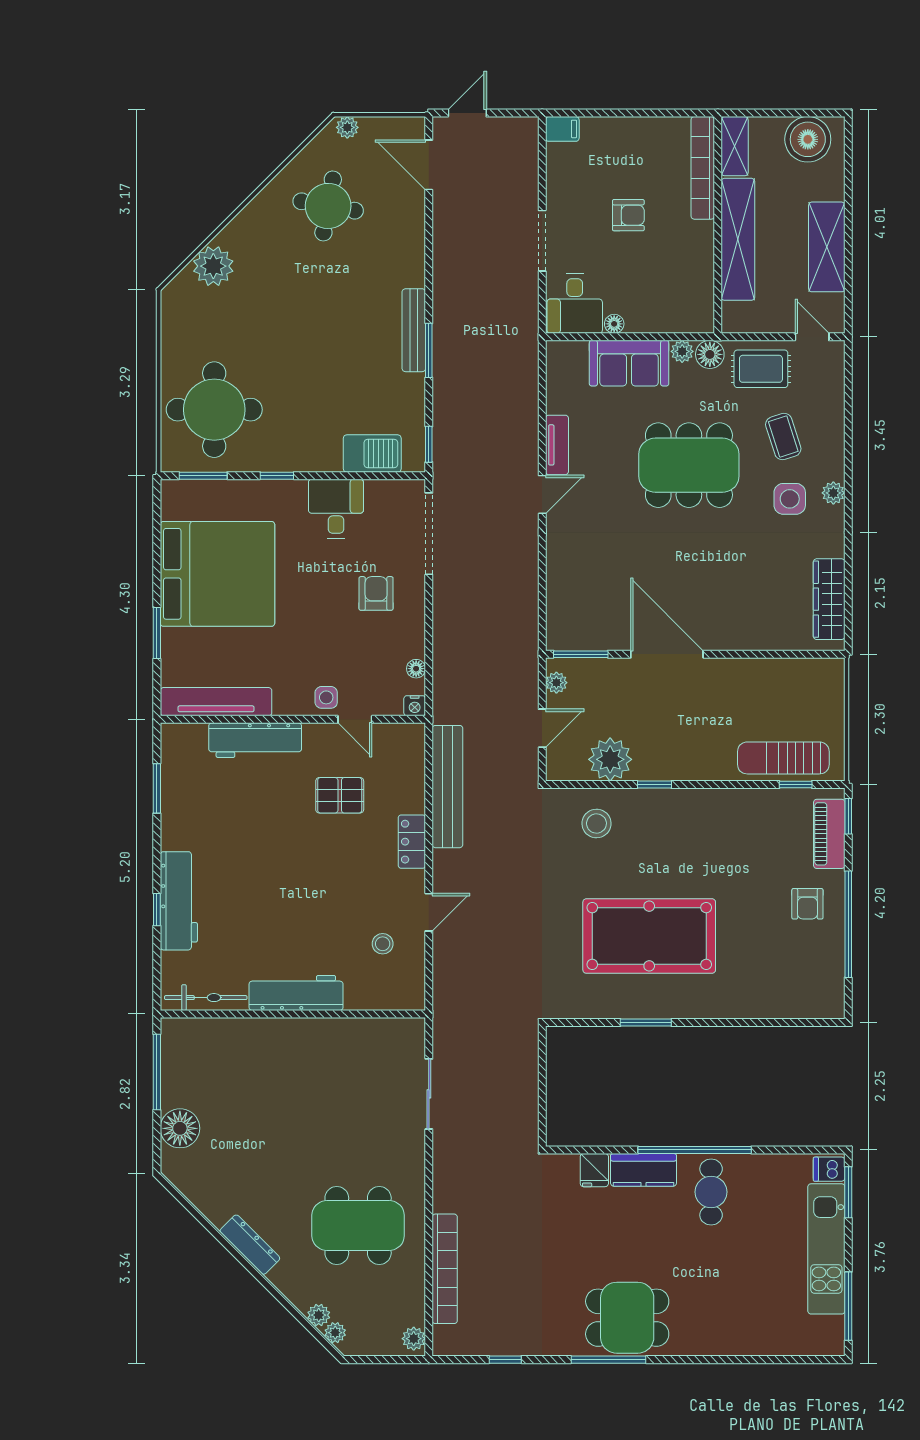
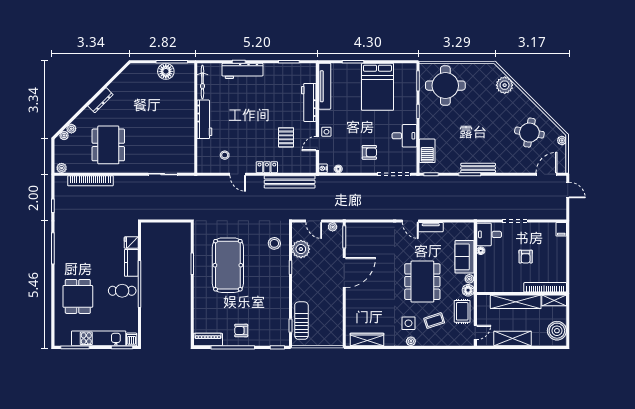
bed: (217, 574) -> (377, 87), width x0.73
piano: (829, 834) -> (208, 340), moved
floor lamp: (180, 1128) -> (166, 71), moved
dining table: (627, 1318) -> (78, 296), moved

